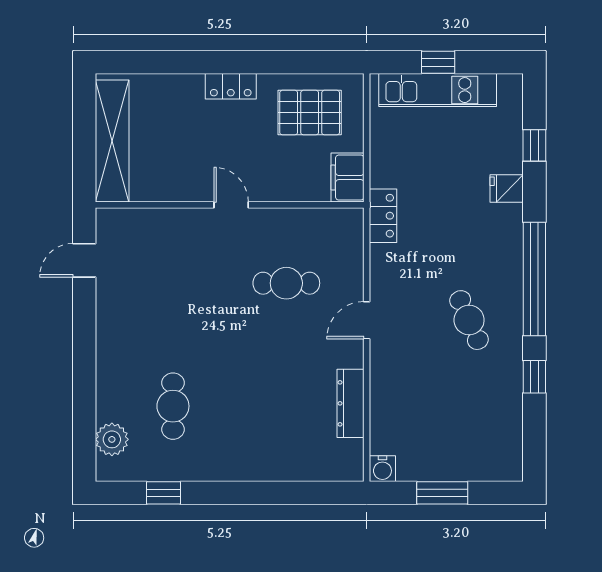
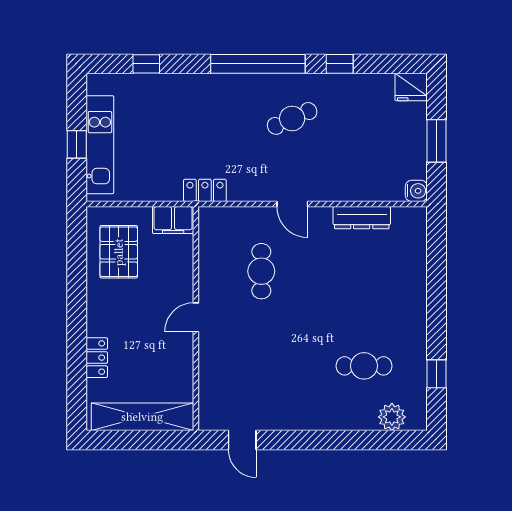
locker: (231, 86) -> (97, 358), moved
fridge: (507, 188) -> (411, 87), moved, width x1.38

